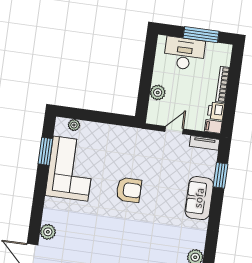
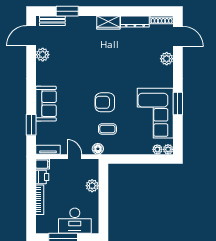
plant: (61, 123) -> (168, 149), added
door: (174, 130) -> (74, 157), swing flipped
floor lamp: (145, 136) -> (98, 149), added
window: (45, 151) -> (178, 103), moved
coffee table: (130, 158) -> (107, 129), added

